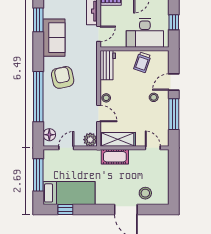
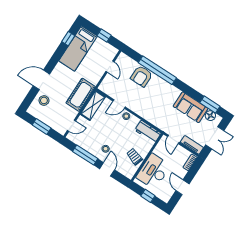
armchair: (63, 77) -> (141, 76), moved, turned 102
floor lamp: (49, 135) -> (210, 116), moved
plant: (90, 140) -> (105, 87), removed
cot: (115, 157) -> (81, 95), width x1.37, depth x1.34
window: (38, 175) -> (104, 36), width x0.46
window: (174, 178) -> (42, 127), added

